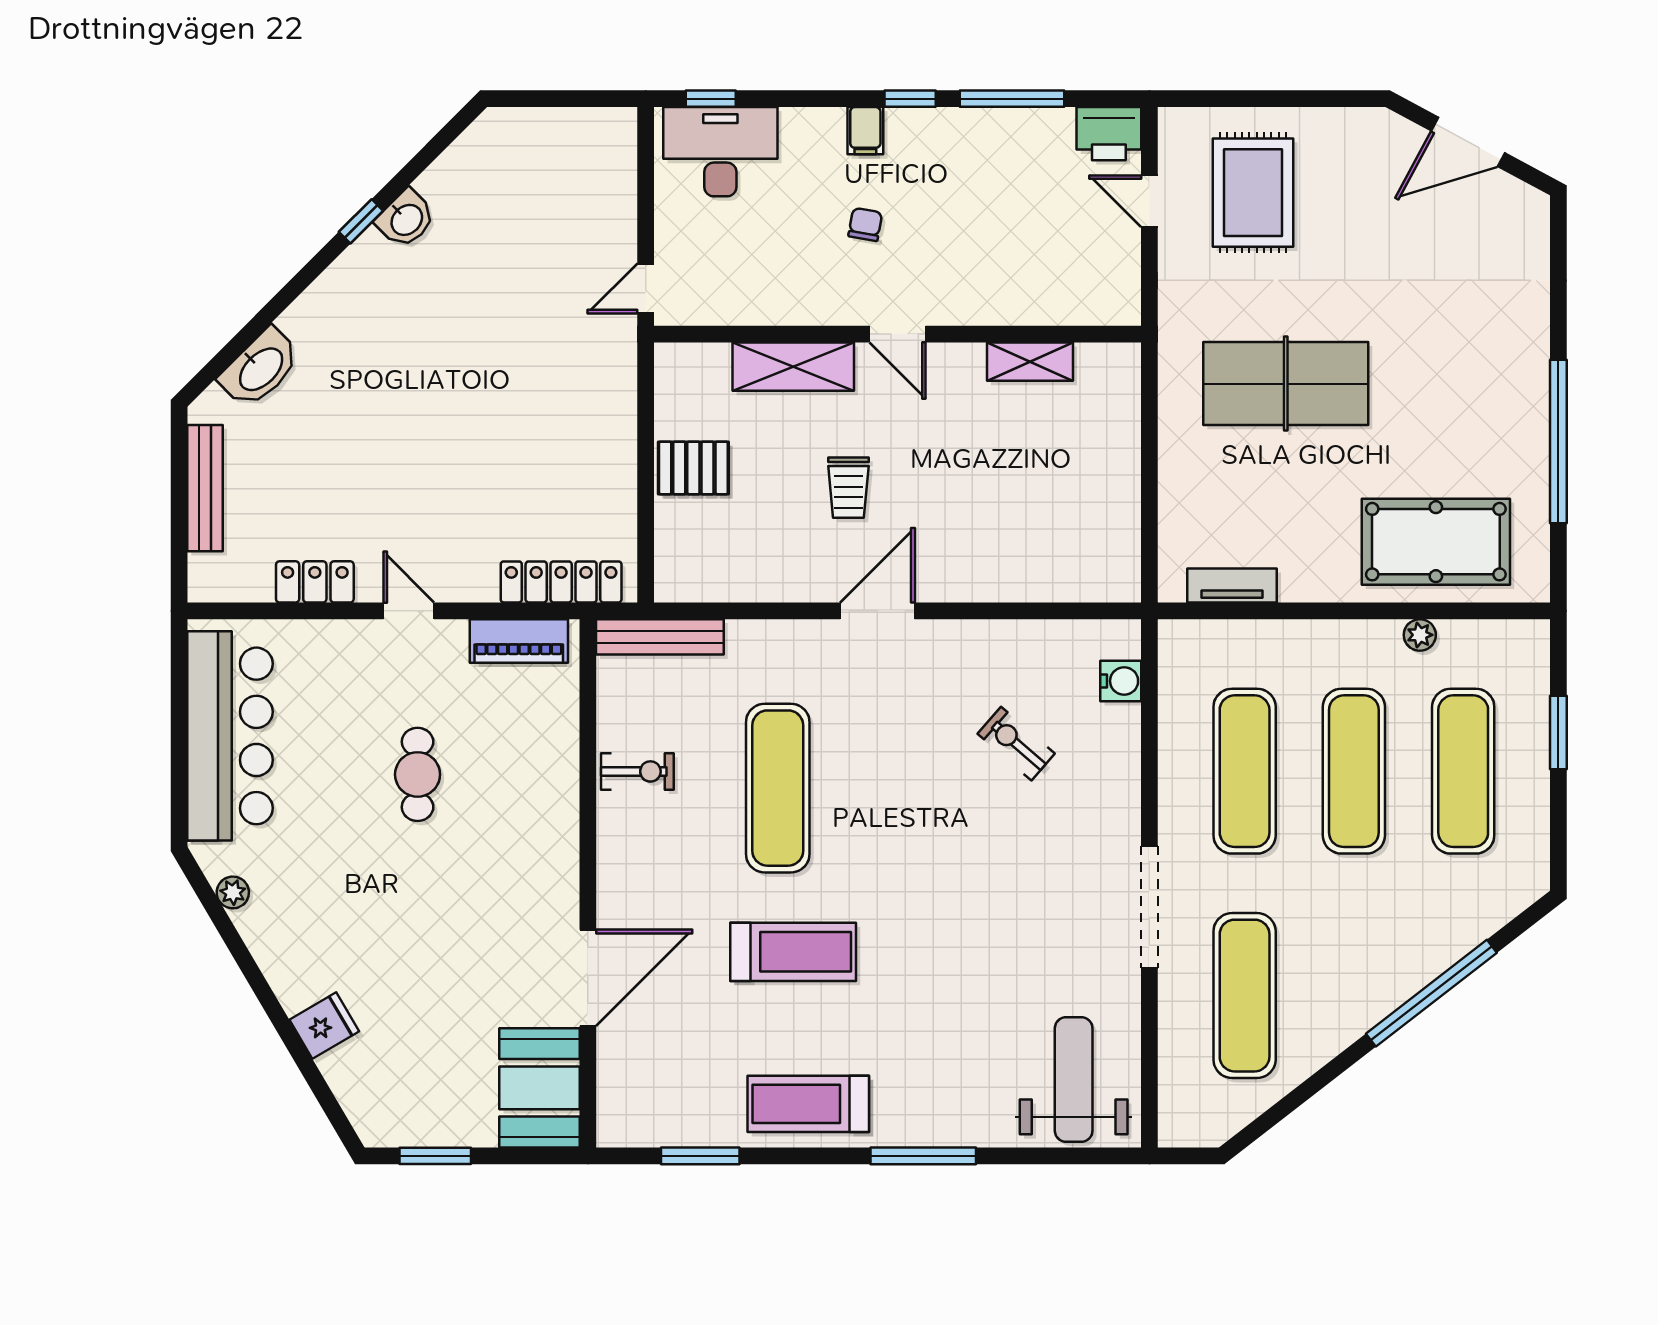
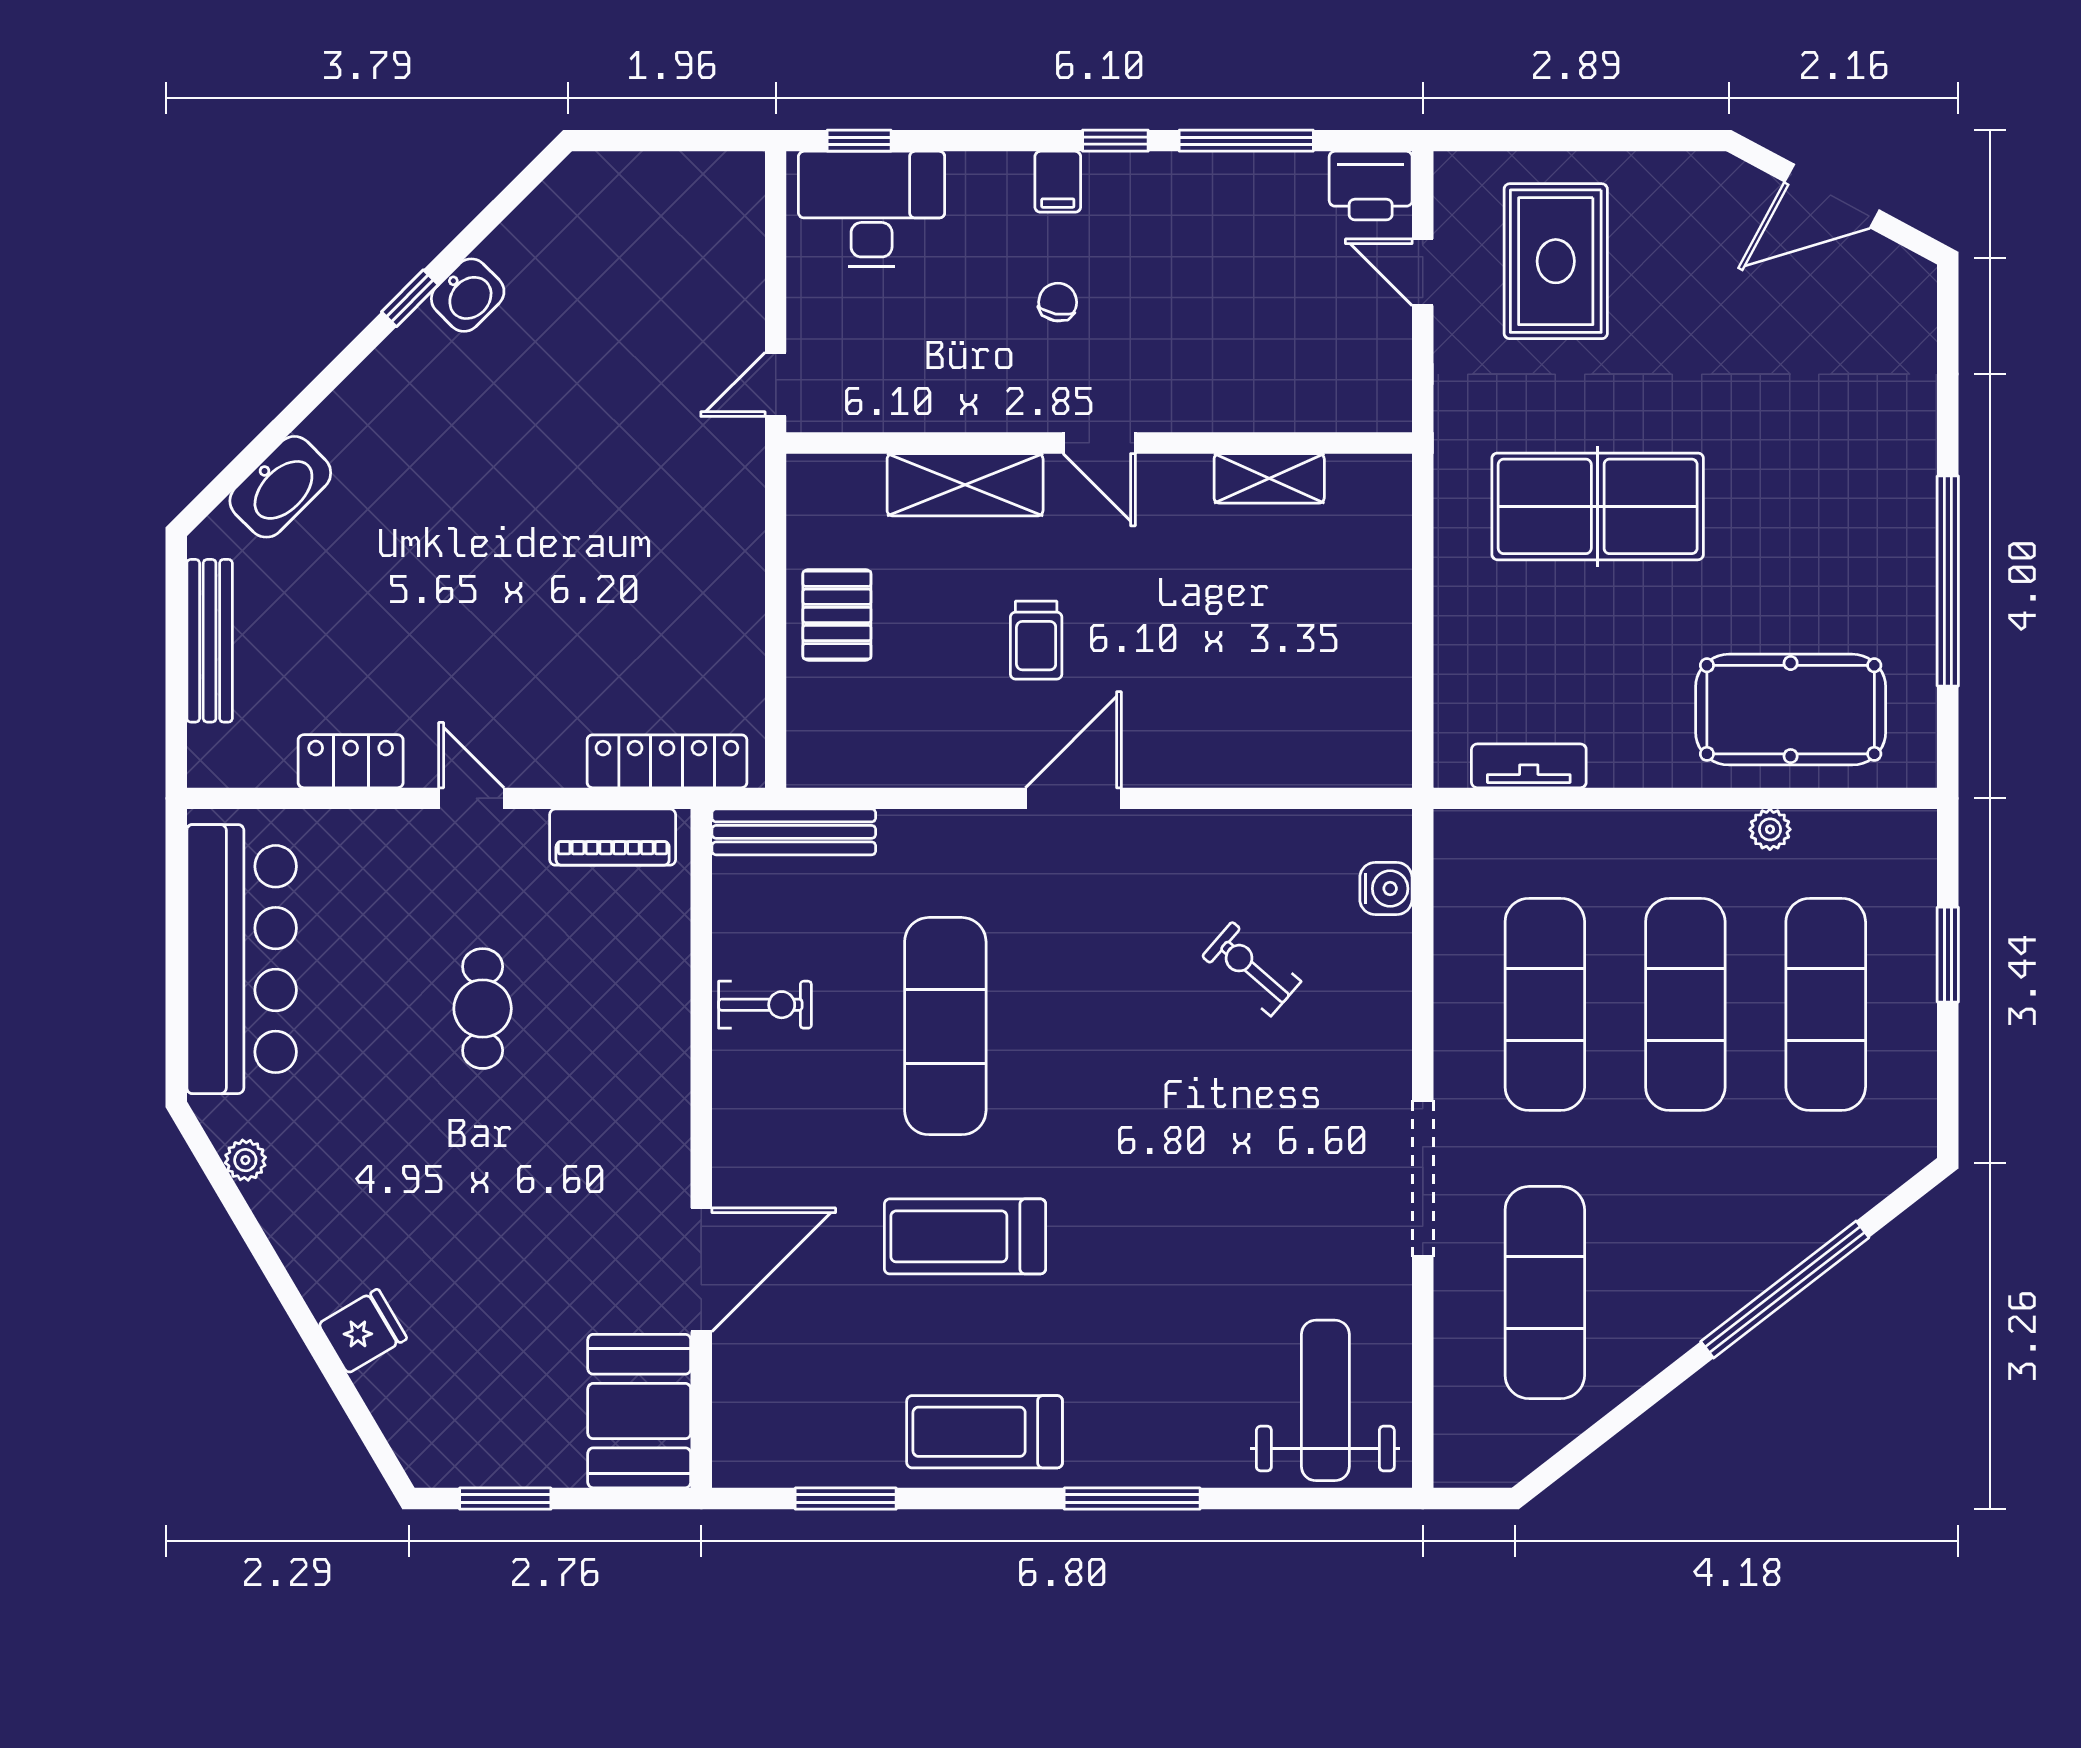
pallet: (693, 468) -> (837, 615), turned 90
treadmill: (793, 952) -> (965, 1236), turned 180

